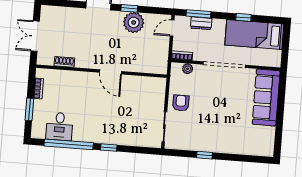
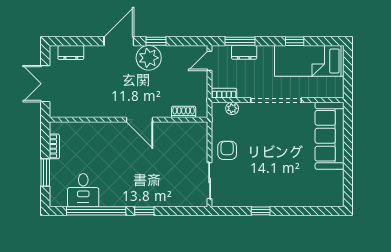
dresser: (58, 12) -> (71, 53), added
plant: (134, 22) -> (149, 58), moved
shoe rack: (64, 62) -> (184, 112), moved

